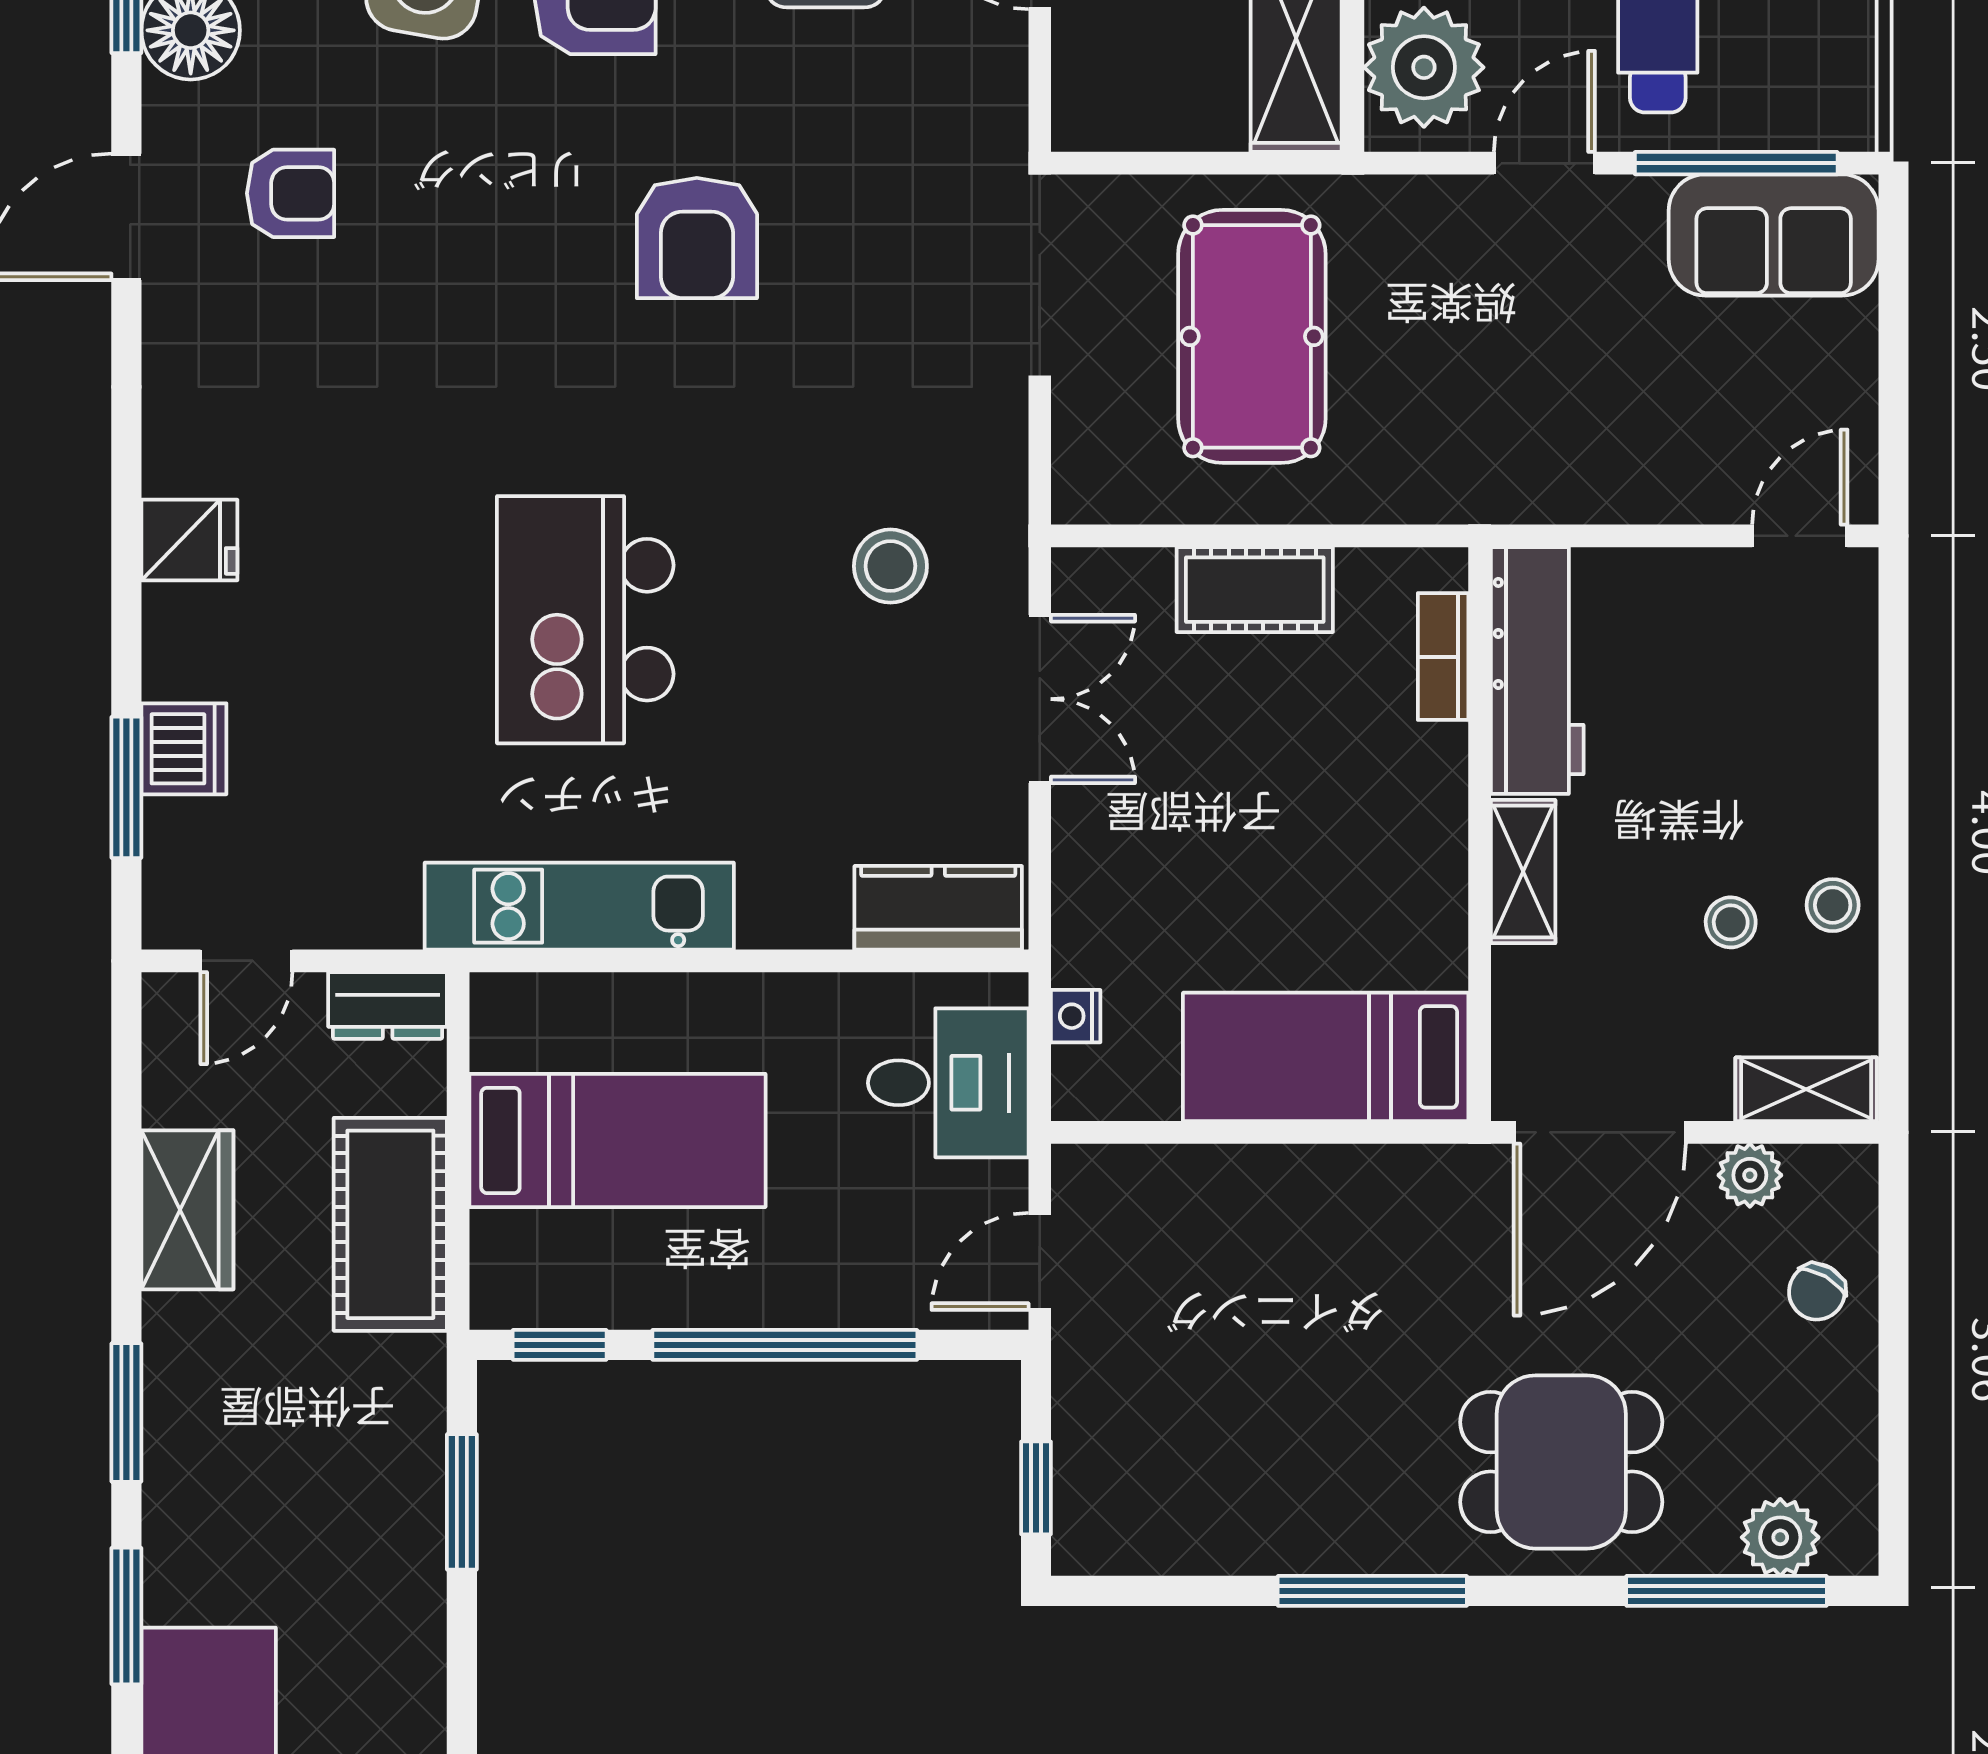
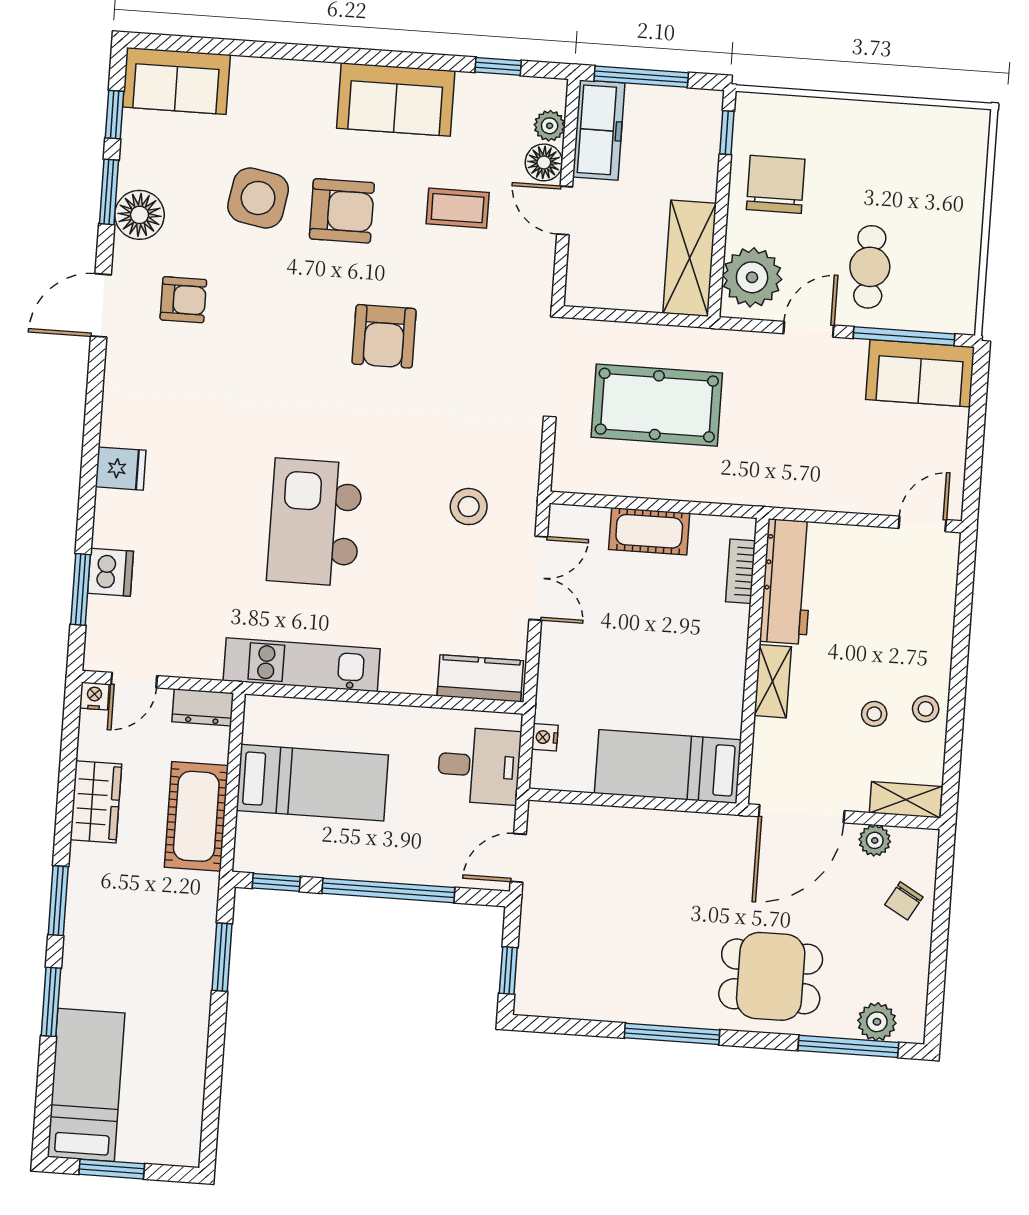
pool table: (1252, 336) -> (657, 405), turned 90
nightstand: (169, 999) -> (94, 696), added

